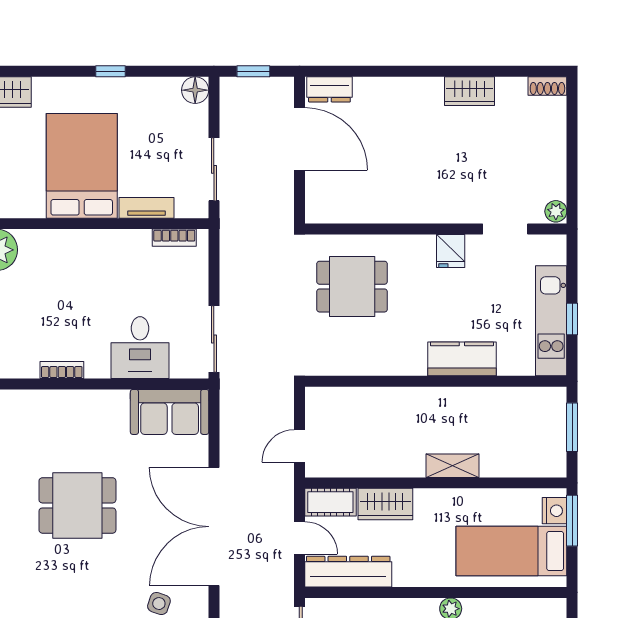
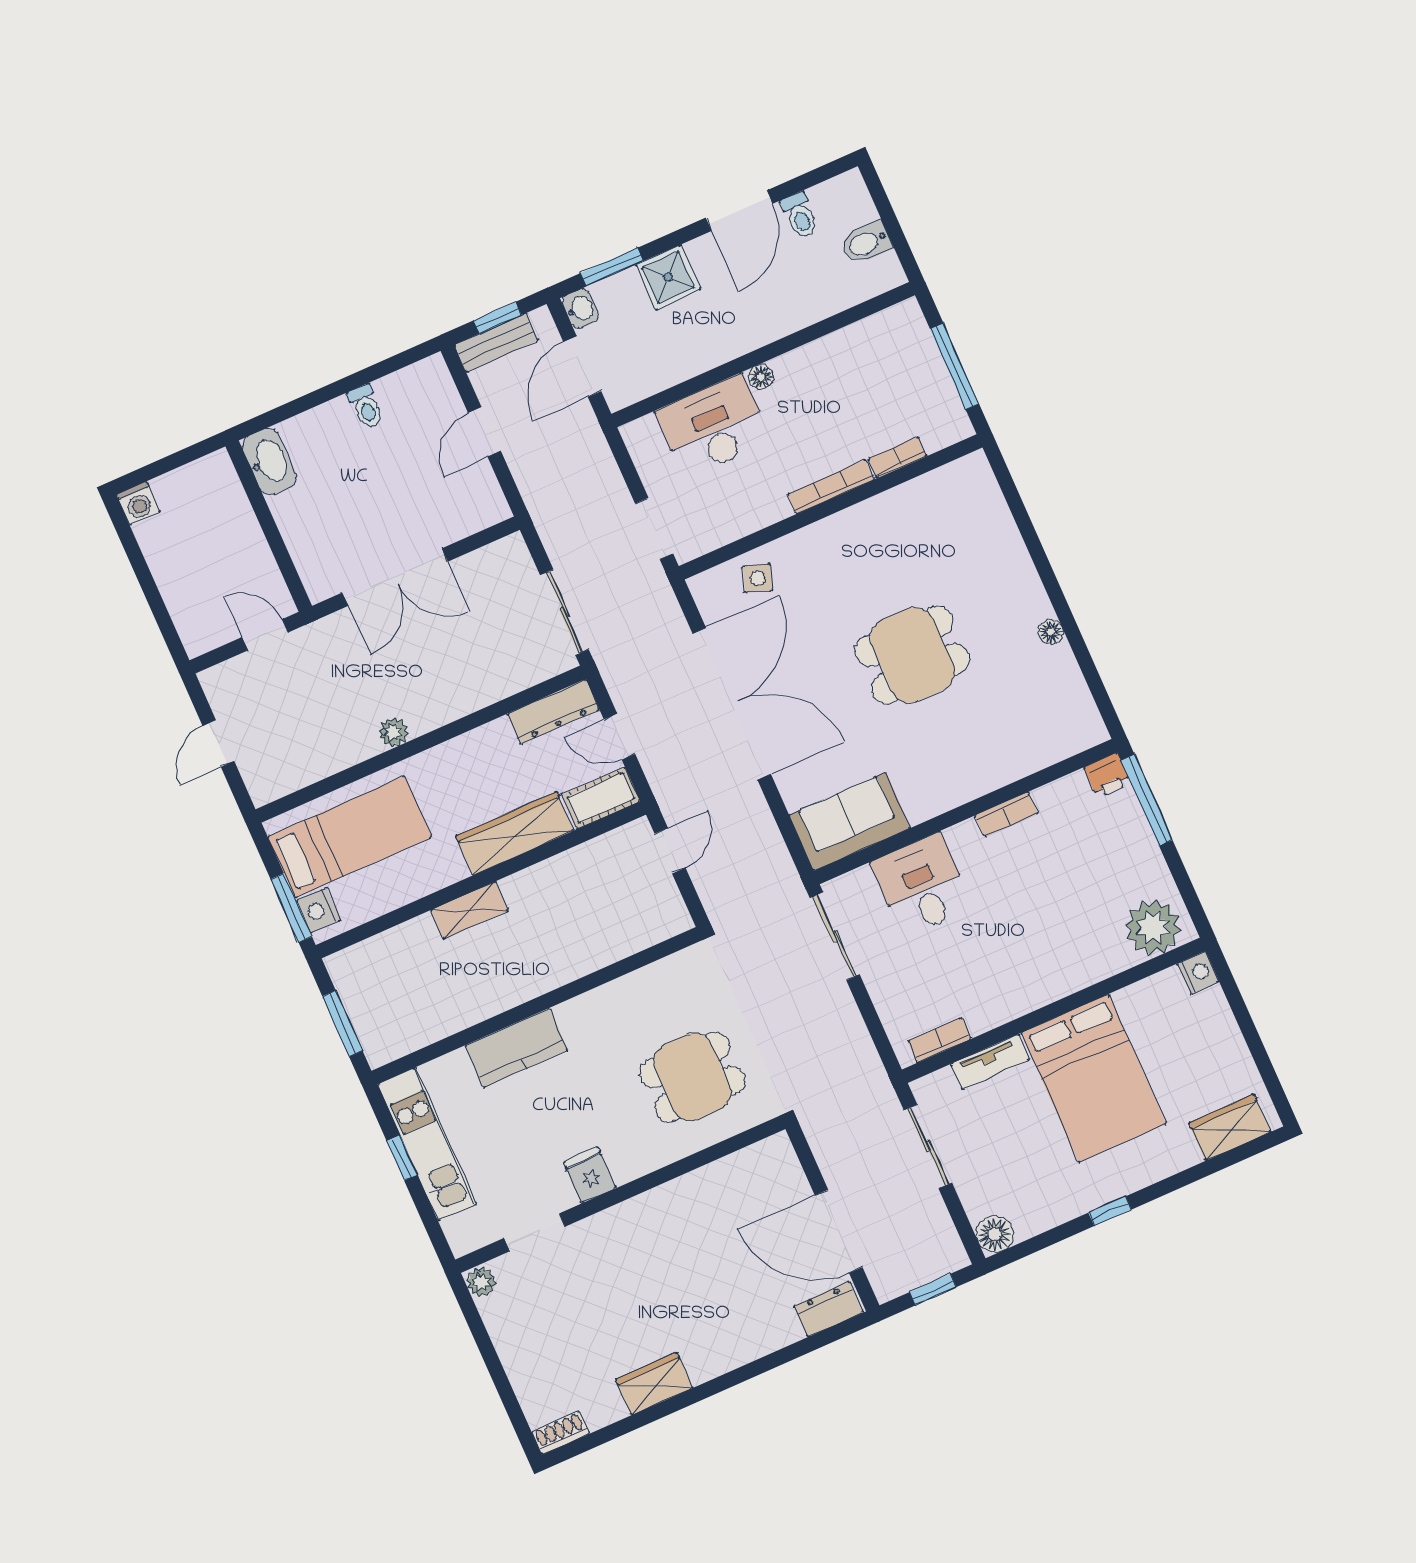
wardrobe: (385, 504) -> (515, 833), width x1.50
dresser: (348, 572) -> (553, 712), width x0.73, depth x0.80

